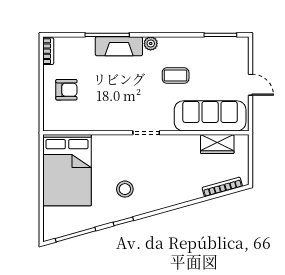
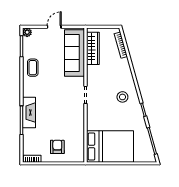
plant: (151, 43) -> (27, 32), moved
coffee table: (176, 76) -> (33, 68), moved
wardrobe: (217, 144) -> (93, 48), width x1.50
stool: (125, 189) -> (122, 97), moved

